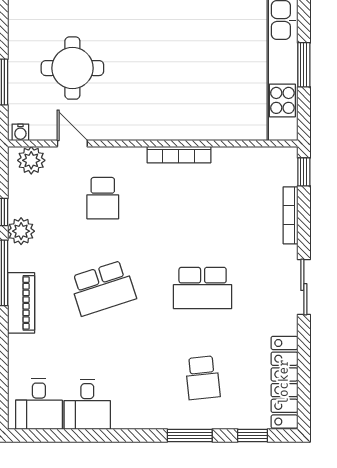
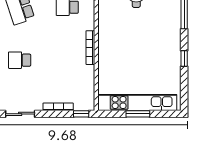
school desk: (203, 288) -> (20, 60), width x0.54

